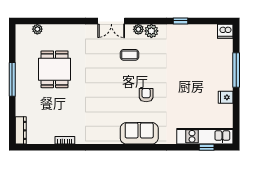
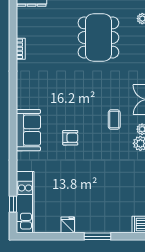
dining table: (55, 69) -> (98, 37), width x1.38
window: (236, 70) -> (98, 236), width x0.69

